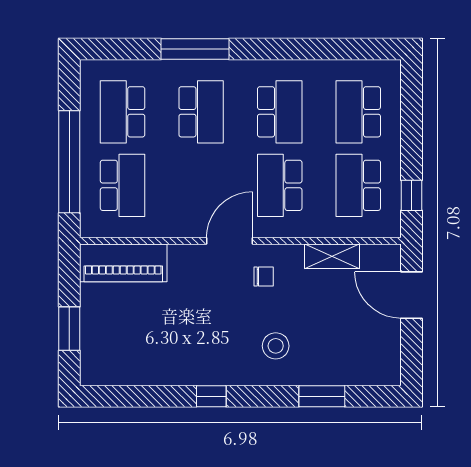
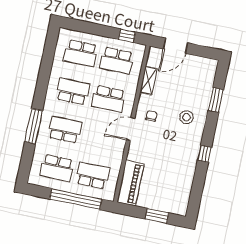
door: (230, 241) -> (131, 129), hinge flipped

